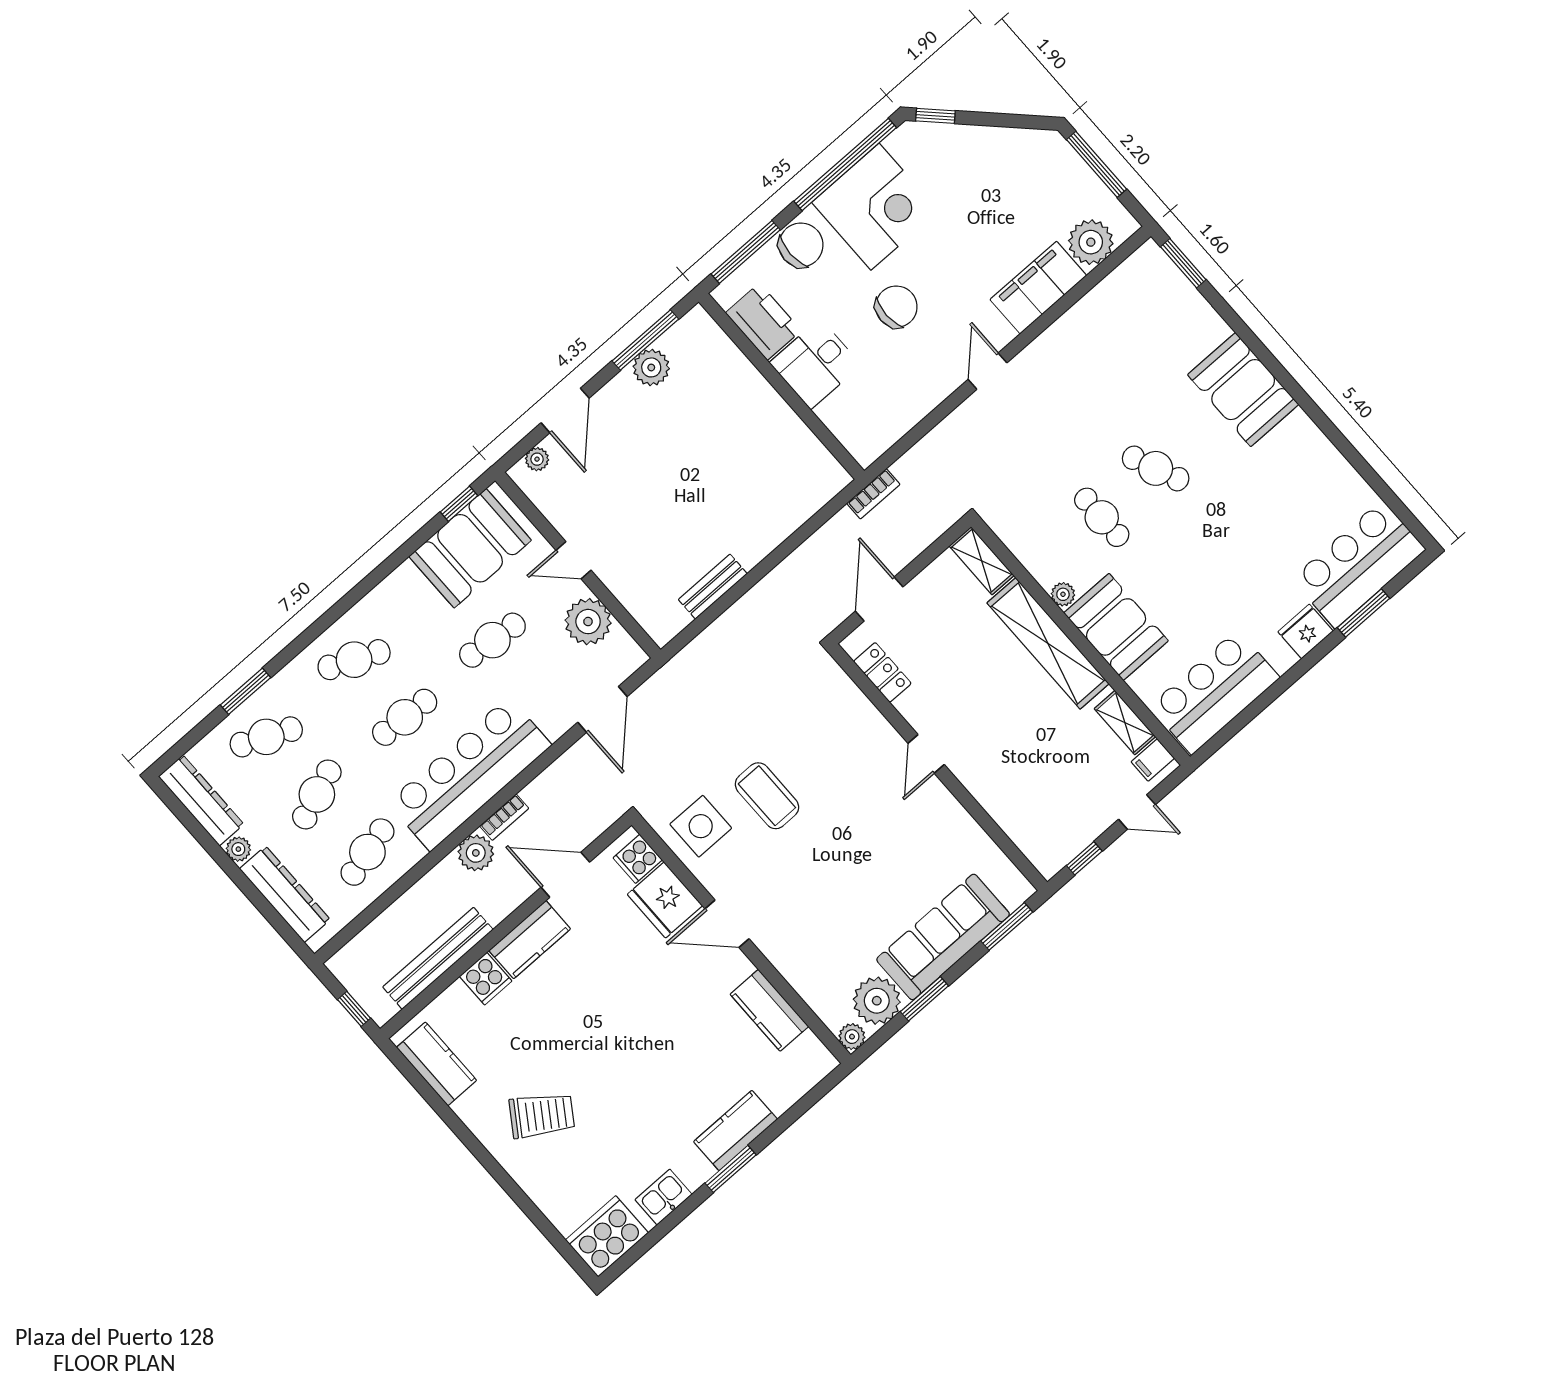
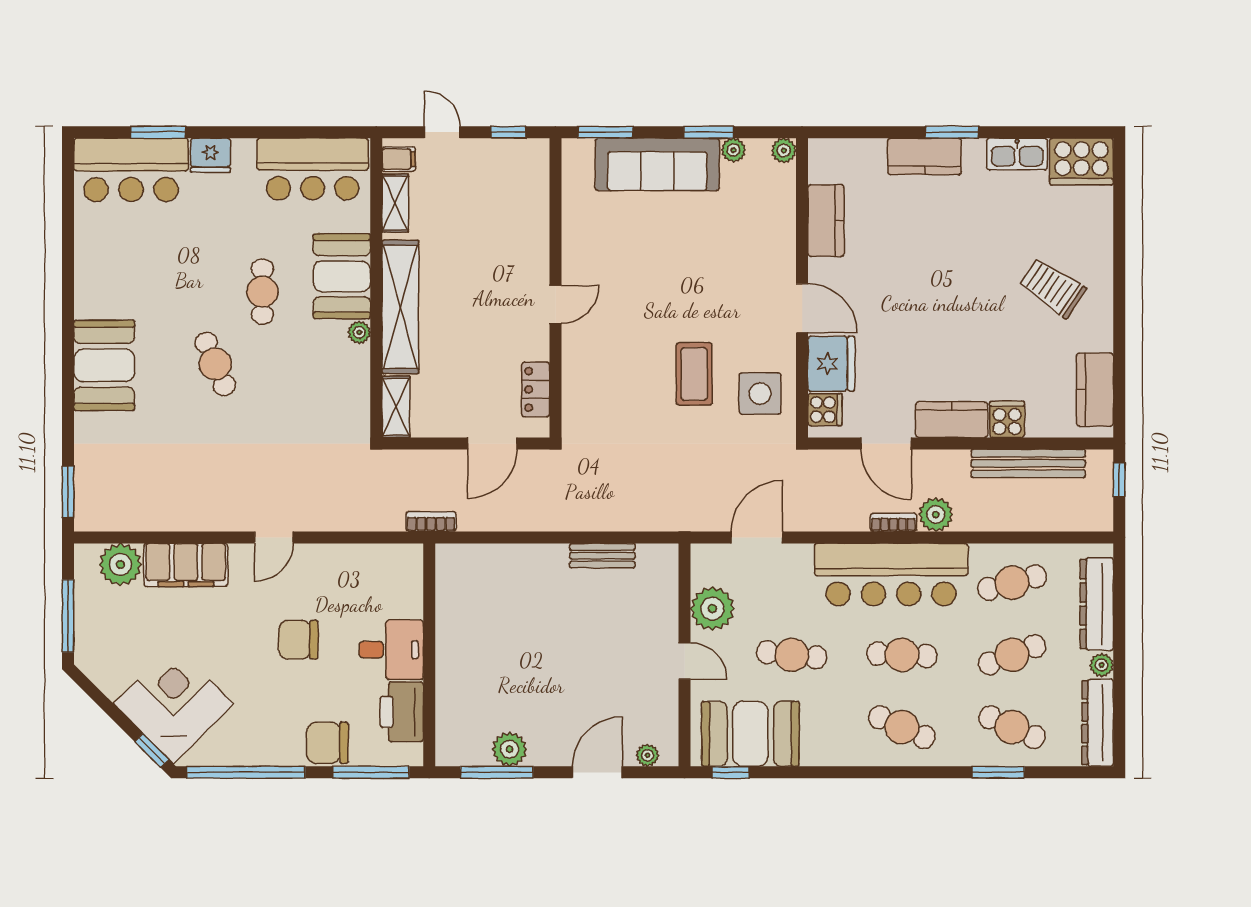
corner desk: (875, 207) -> (174, 704), moved, turned 45
cafe table: (1102, 517) -> (262, 292), moved
plant: (877, 1001) -> (733, 150), width x0.53, depth x0.53
kitchen sink: (664, 1197) -> (1017, 154), width x1.38

